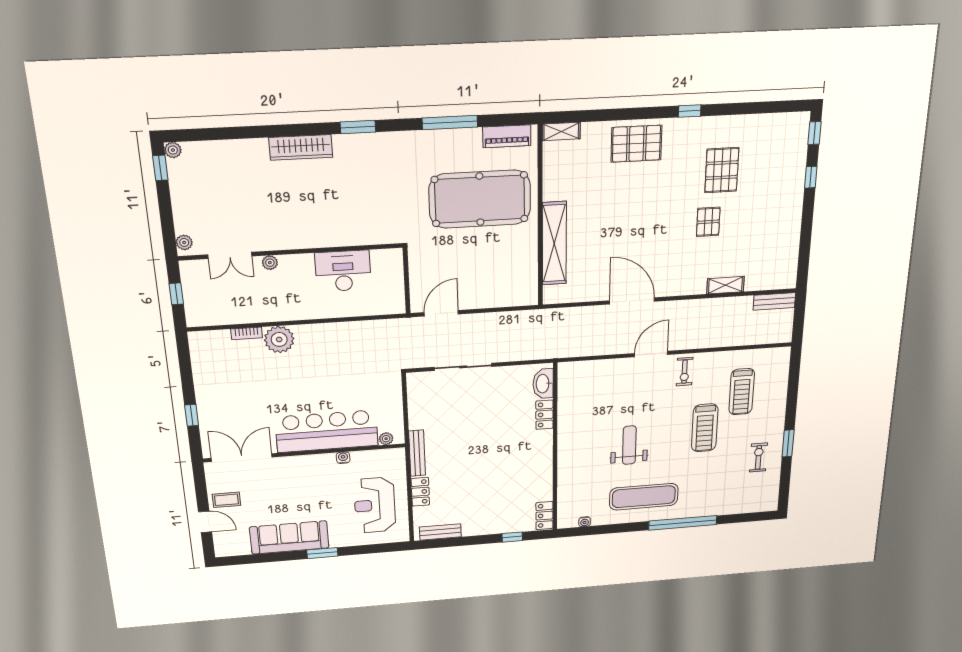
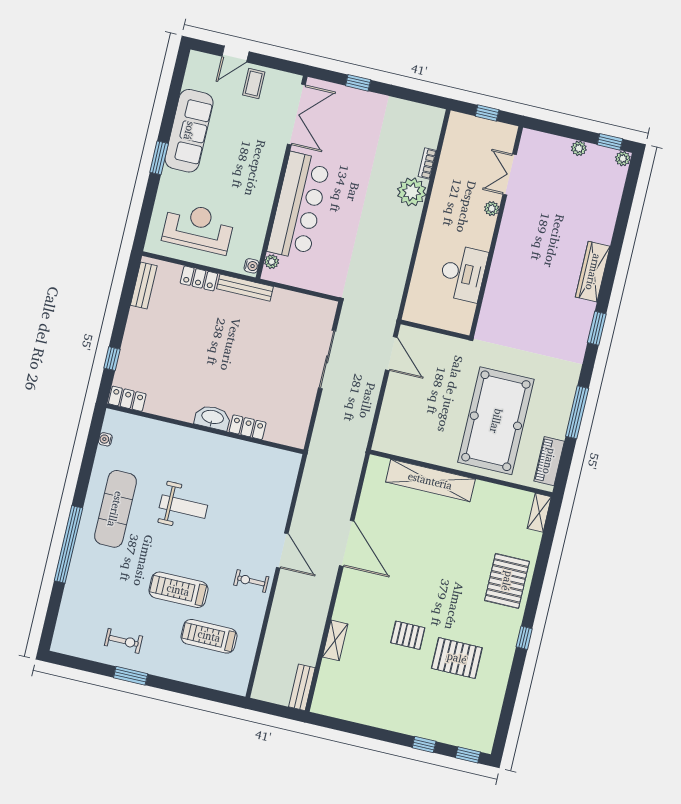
plant: (184, 242) -> (579, 148), moved
door: (632, 301) -> (347, 543), hinge flipped
washbasin: (543, 384) -> (212, 418), moved
water cooler: (343, 458) -> (251, 266), moved

